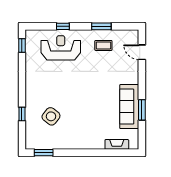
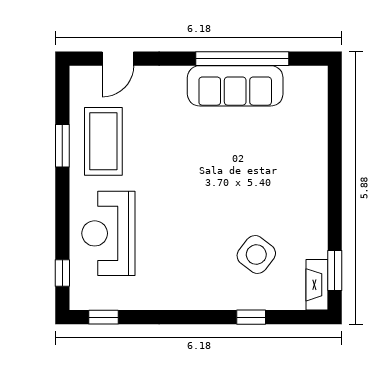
window: (63, 26) -> (62, 273), moved
coffee table: (103, 45) -> (103, 141), width x1.86, depth x1.72
window: (142, 110) -> (242, 59), width x2.11
fireplace: (117, 144) -> (317, 285), moved

